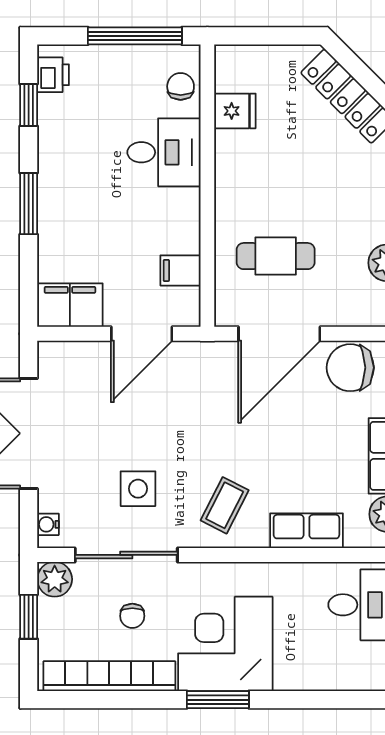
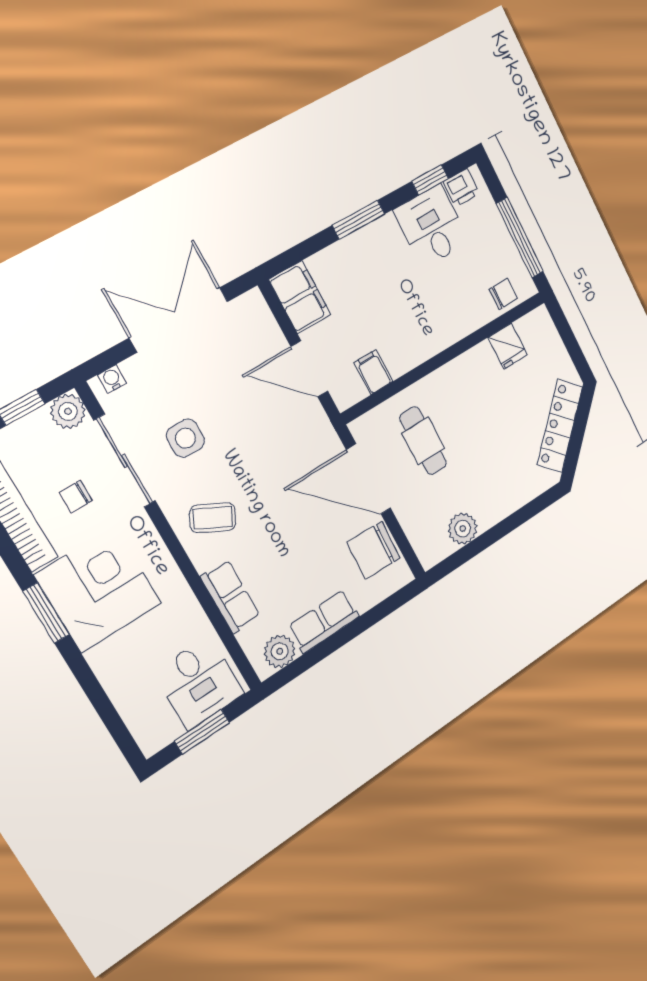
desk: (164, 152) -> (432, 226), moved, turned 180
chair: (350, 368) -> (374, 550), turned -88

